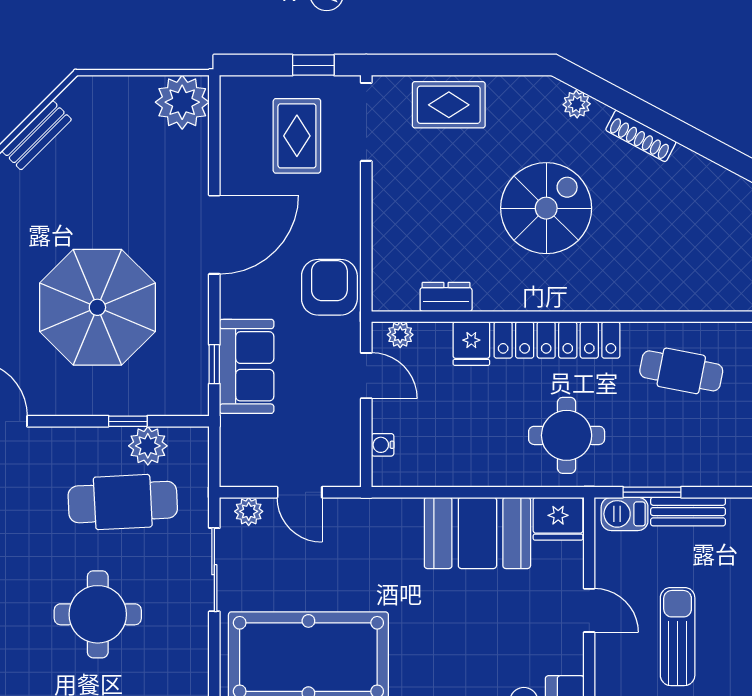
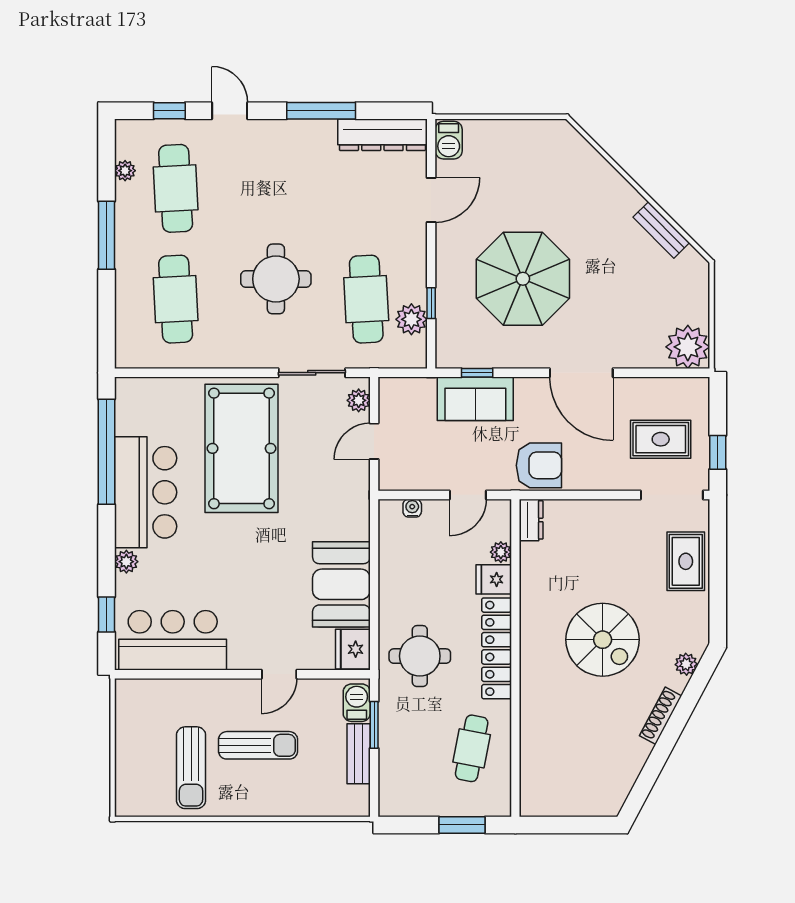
dresser: (446, 297) -> (531, 520), moved
plant: (400, 335) -> (501, 552), moved

